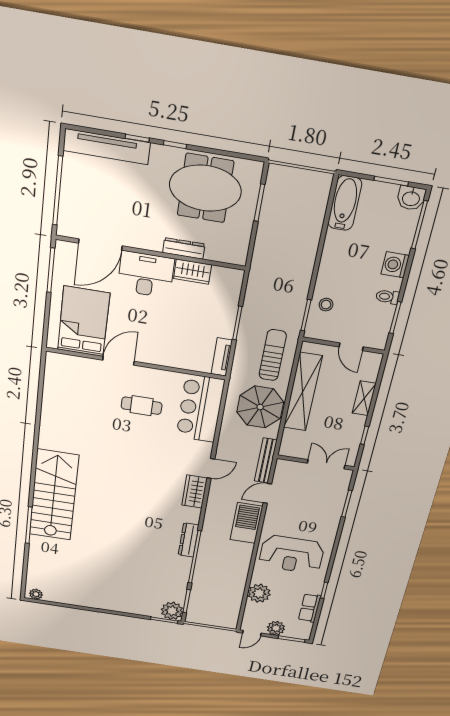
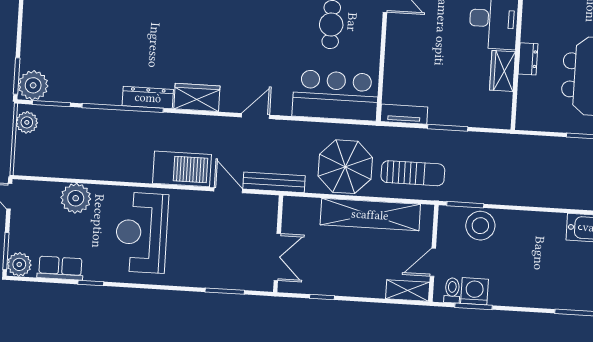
dresser: (184, 248) -> (528, 59), width x0.70
washing machine: (395, 265) -> (475, 291), moved
toilet: (388, 297) -> (452, 290), moved
stool: (326, 305) -> (480, 226), width x1.89, depth x1.89
shelving: (364, 398) -> (408, 291), moved
door: (211, 468) -> (255, 116), swing flipped
wardrobe: (195, 492) -> (197, 97), moved
plant: (199, 617) -> (27, 122), added
plant: (276, 628) -> (19, 264), moved

